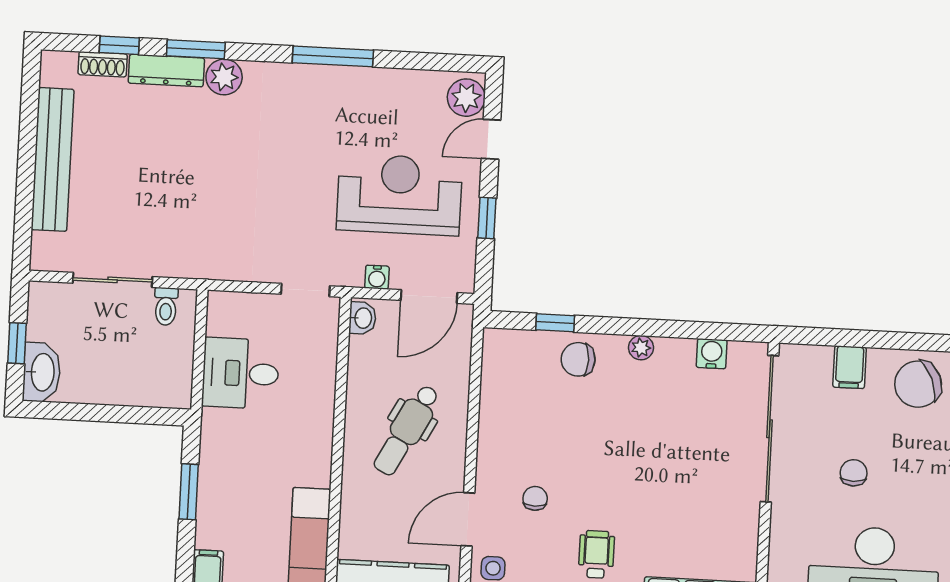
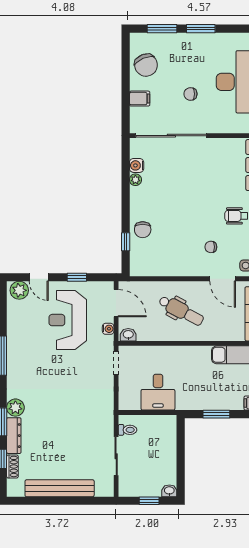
plant: (641, 348) -> (135, 180), moved
washbasin: (42, 372) -> (169, 491), width x0.52, depth x0.69

